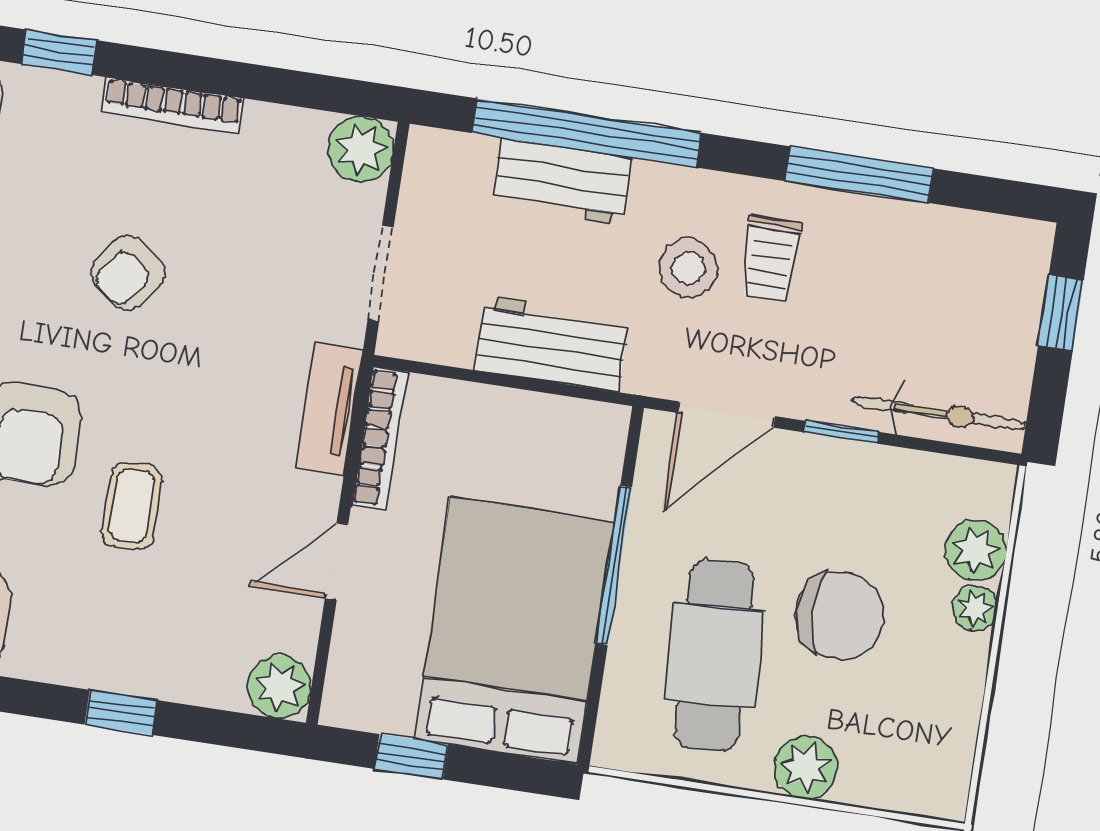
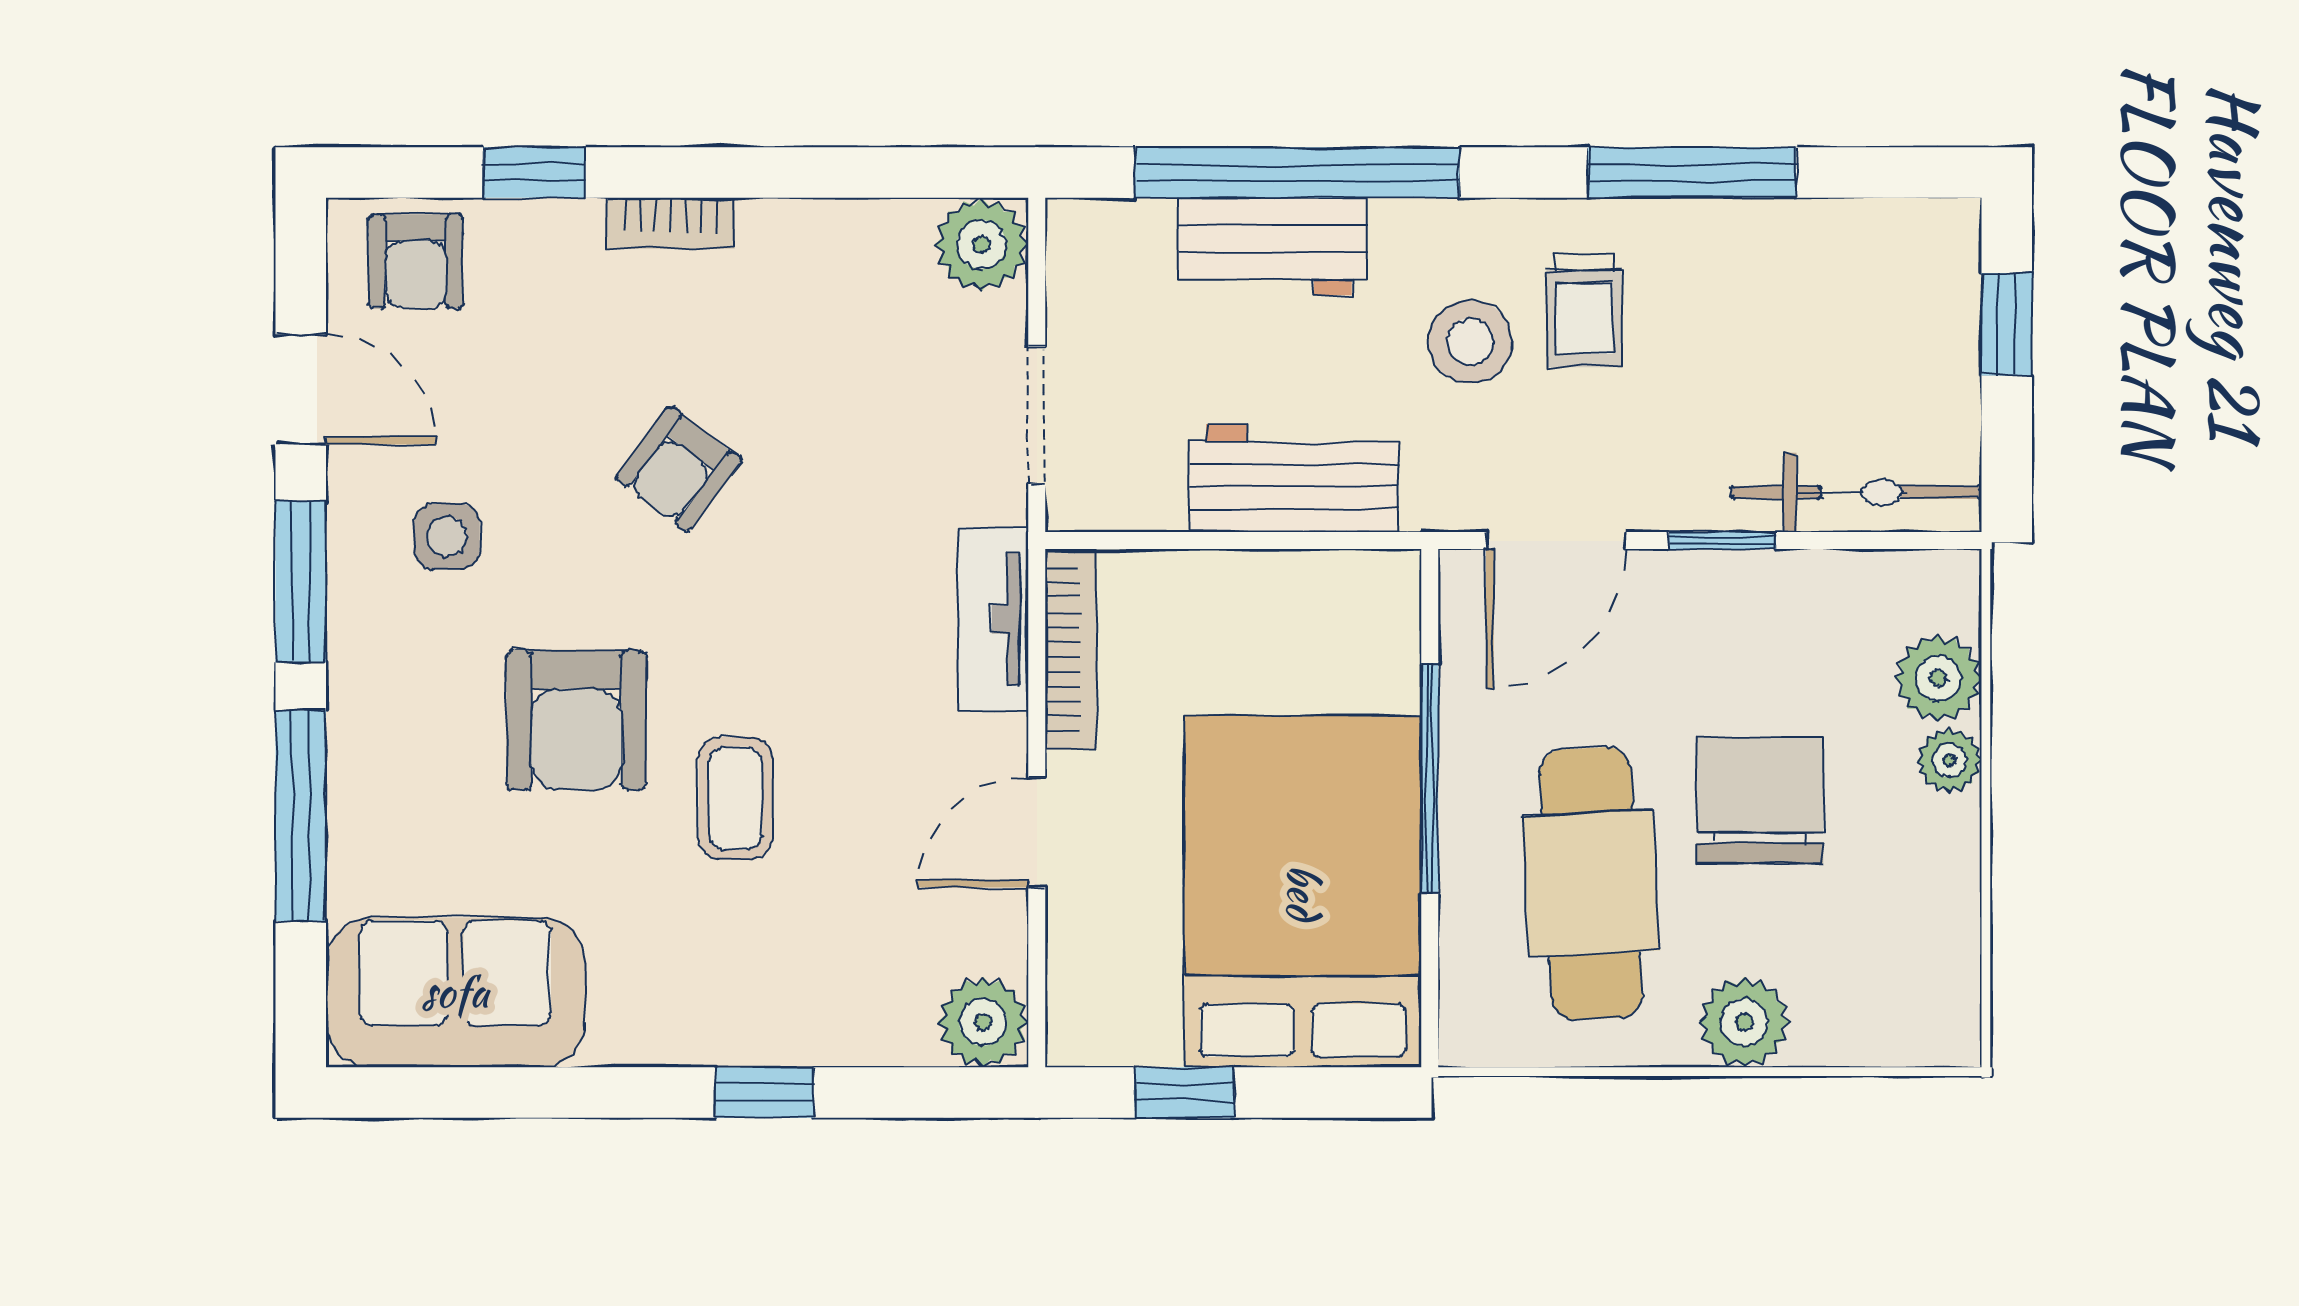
bookcase: (173, 105) -> (671, 223), width x0.64
chair: (840, 616) -> (1760, 800), turned -90

